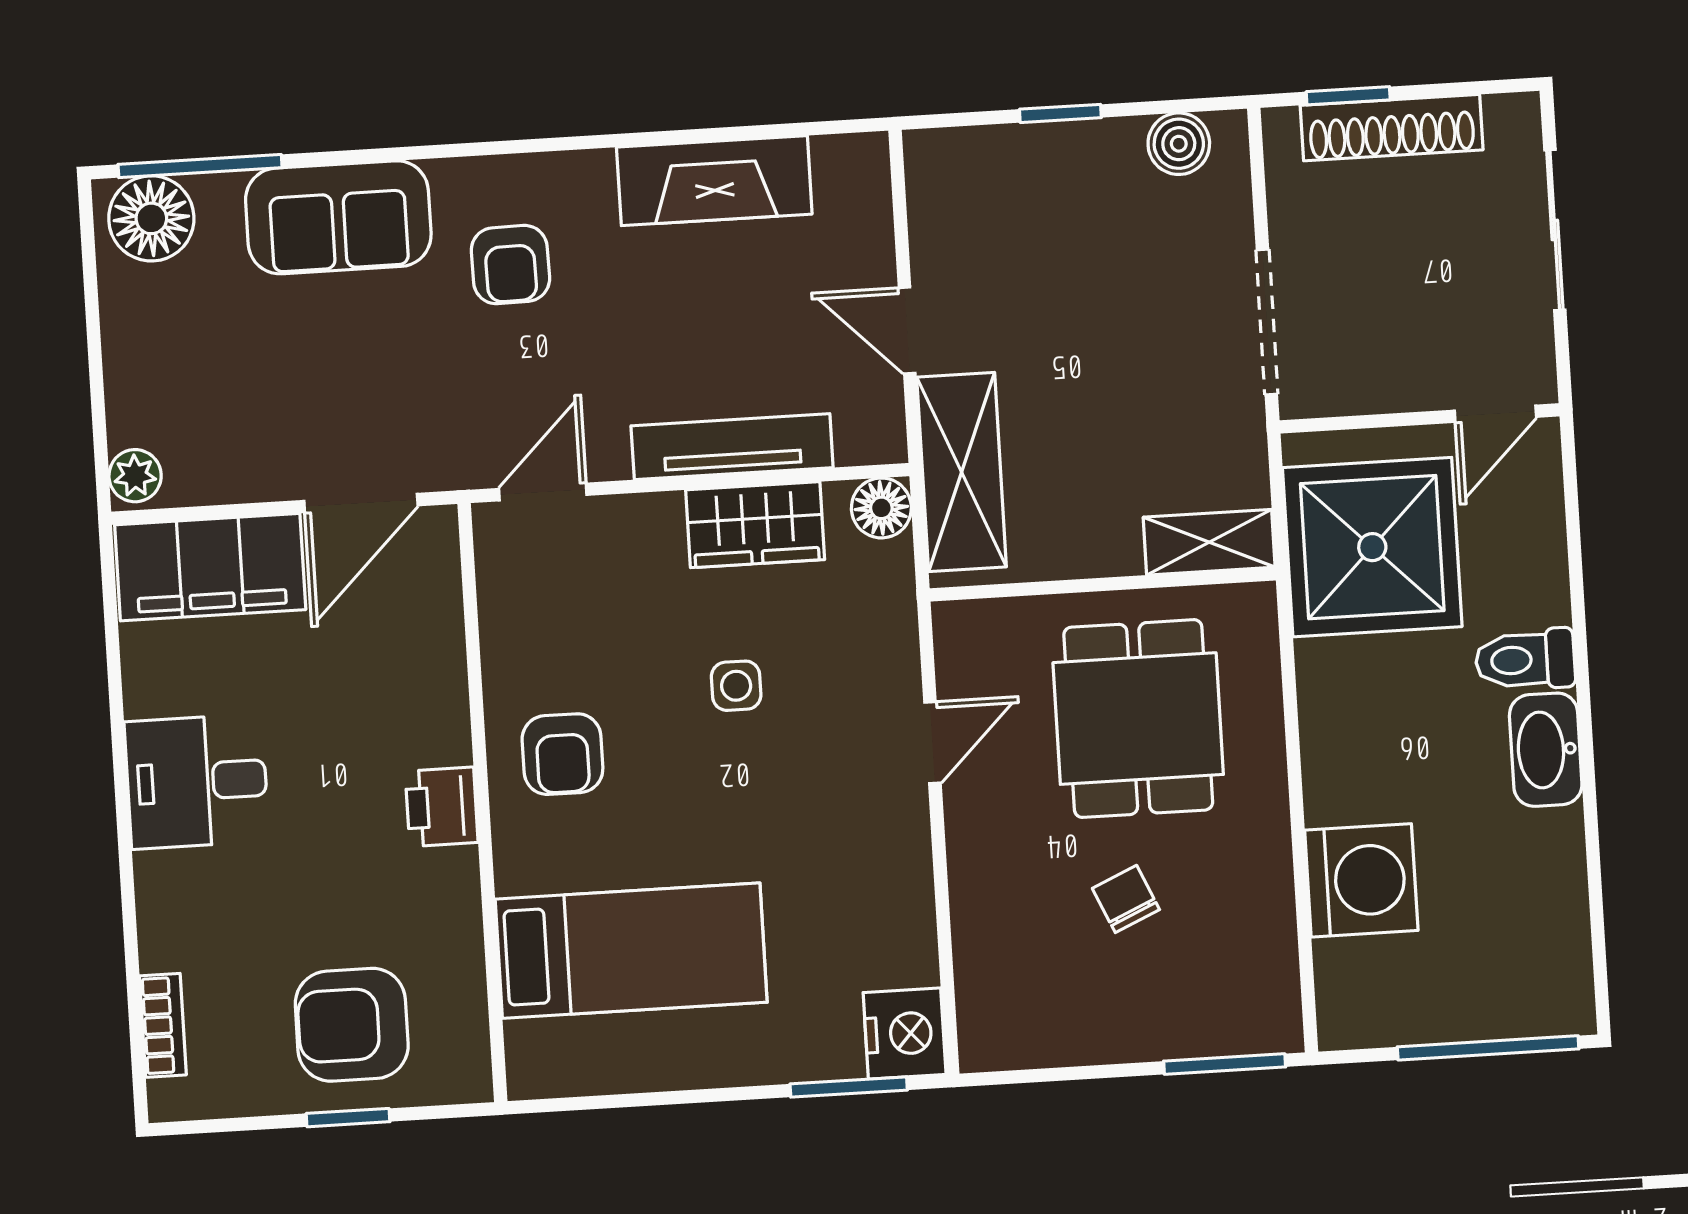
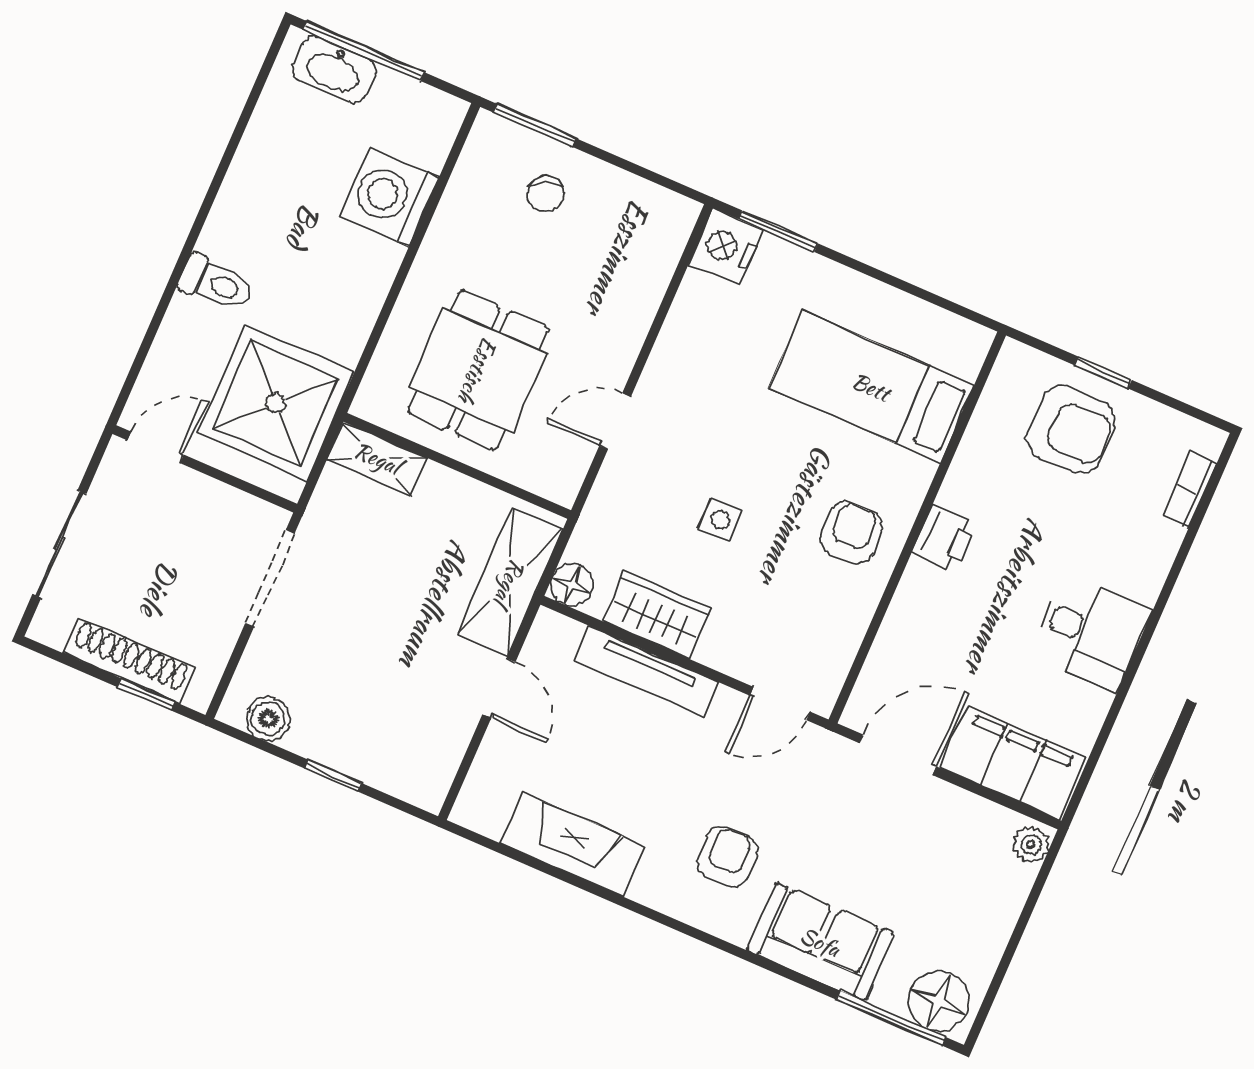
washbasin: (1546, 750) -> (334, 70), moved, turned 90
chair: (1126, 899) -> (546, 194), moved

